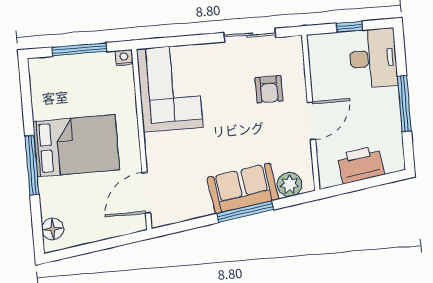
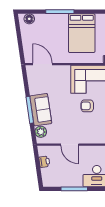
armchair: (269, 89) -> (87, 106), moved
bed: (76, 146) -> (82, 33), moved
printer: (361, 165) -> (44, 162), width x0.53, depth x0.68

